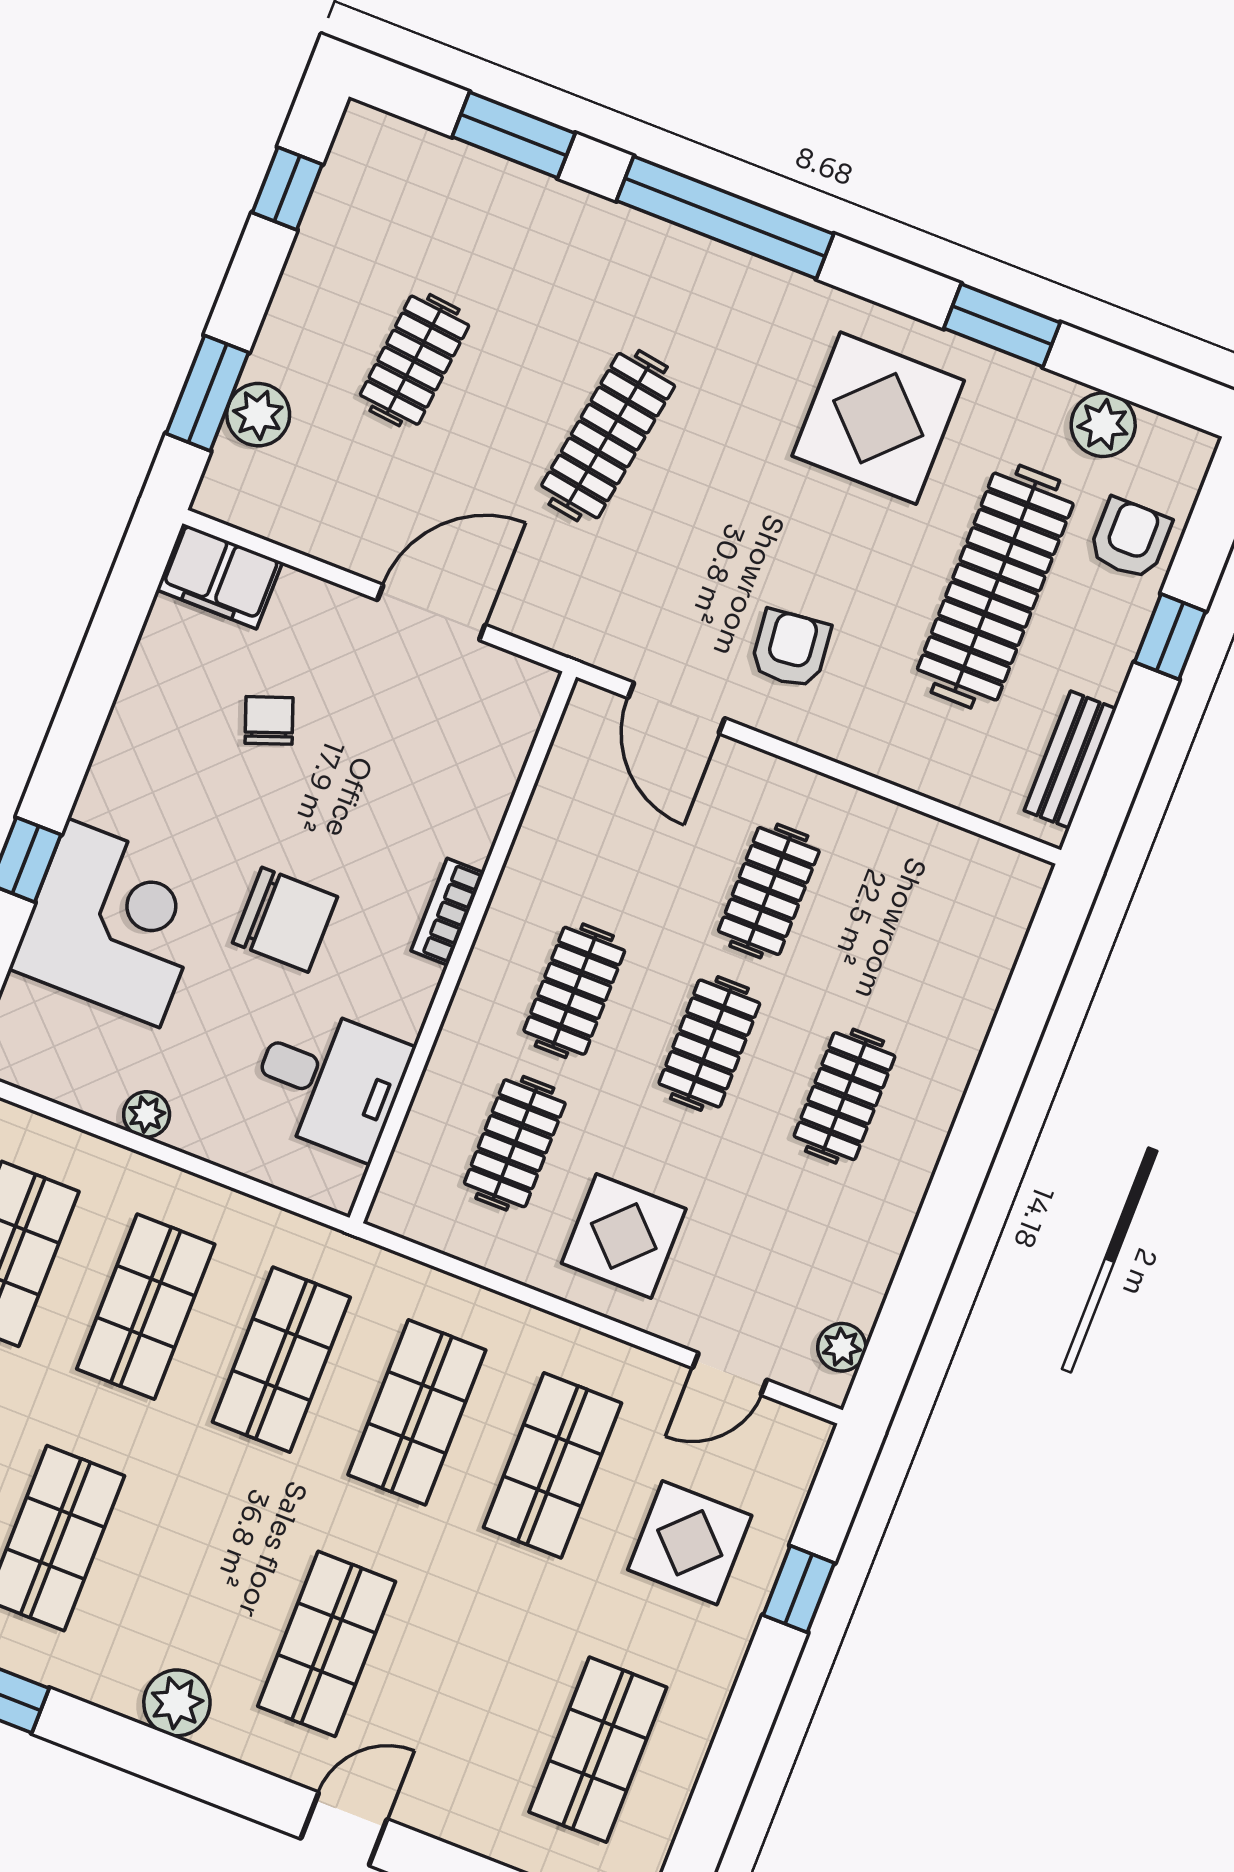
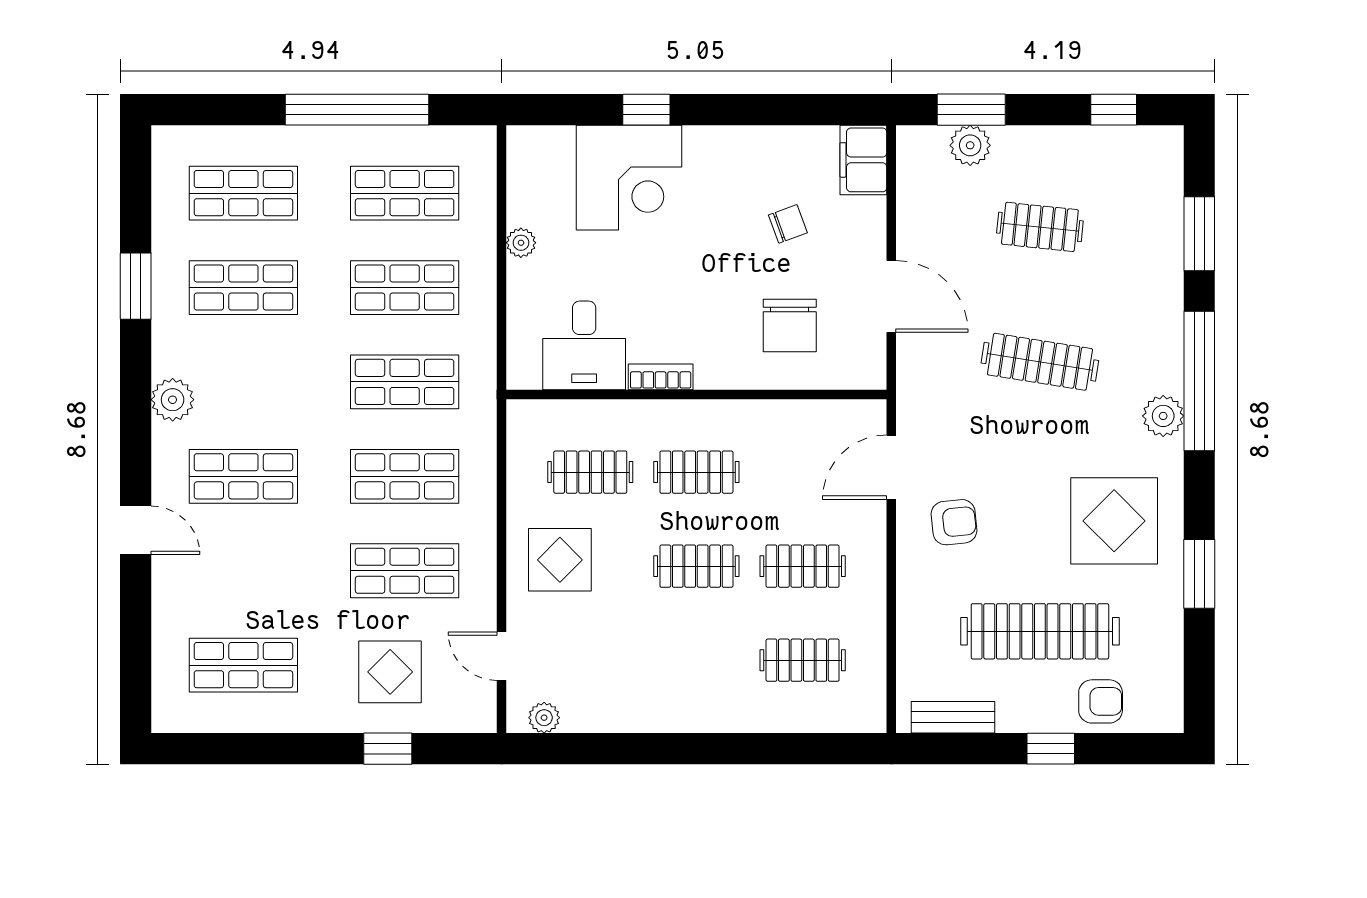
plant: (1103, 425) -> (1163, 416), moved
bookcase: (448, 912) -> (661, 377), moved
chair: (285, 920) -> (790, 325), moved
clothes rail: (844, 1096) -> (803, 660), moved

